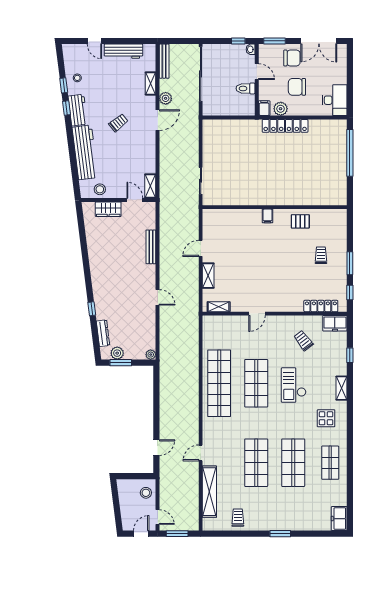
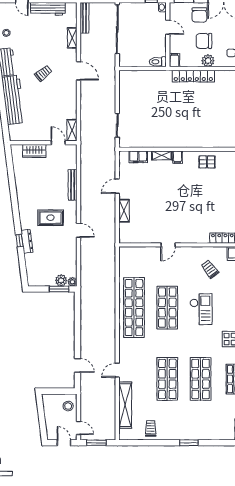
chair: (292, 58) -> (199, 15), turned 90
toilet: (246, 88) -> (158, 62), moved
plant: (166, 98) -> (86, 51), removed
plant: (281, 109) -> (208, 61), moved
door: (158, 120) -> (79, 71), hinge flipped
stool: (100, 189) -> (27, 133), removed
filing cabinet: (224, 216) -> (138, 157), added
trolley: (321, 255) -> (226, 192), removed
rug: (126, 283) -> (51, 218), added
shelving: (219, 307) -> (162, 155), moved
dresser: (103, 333) -> (27, 241), moved
plant: (117, 353) -> (61, 280), moved
window: (121, 363) -> (59, 289), moved
checkout: (294, 385) -> (201, 309), turned 180
door: (156, 448) -> (77, 365), hinge flipped
door: (141, 534) -> (64, 443), hinge flipped

